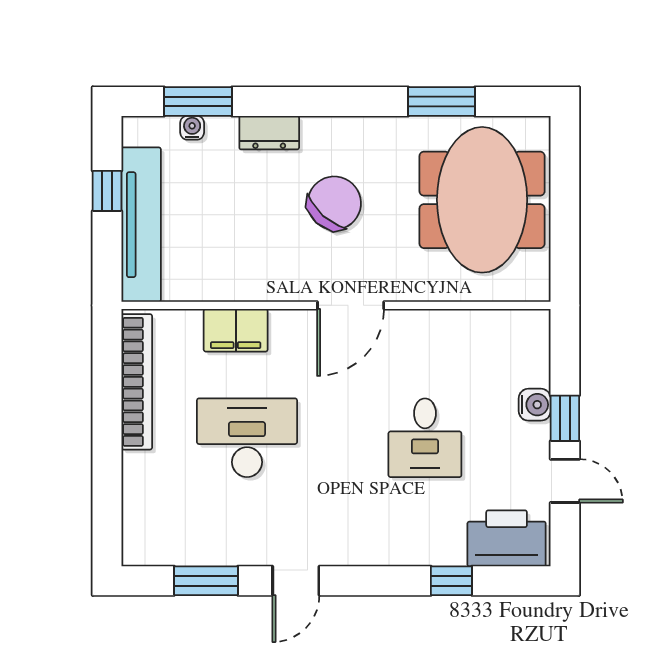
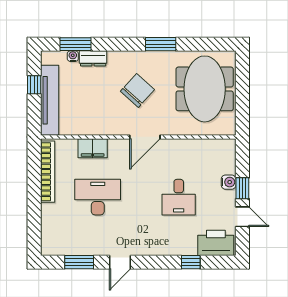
window: (442, 101) -> (161, 44), moved
dresser: (269, 133) -> (93, 58), moved

